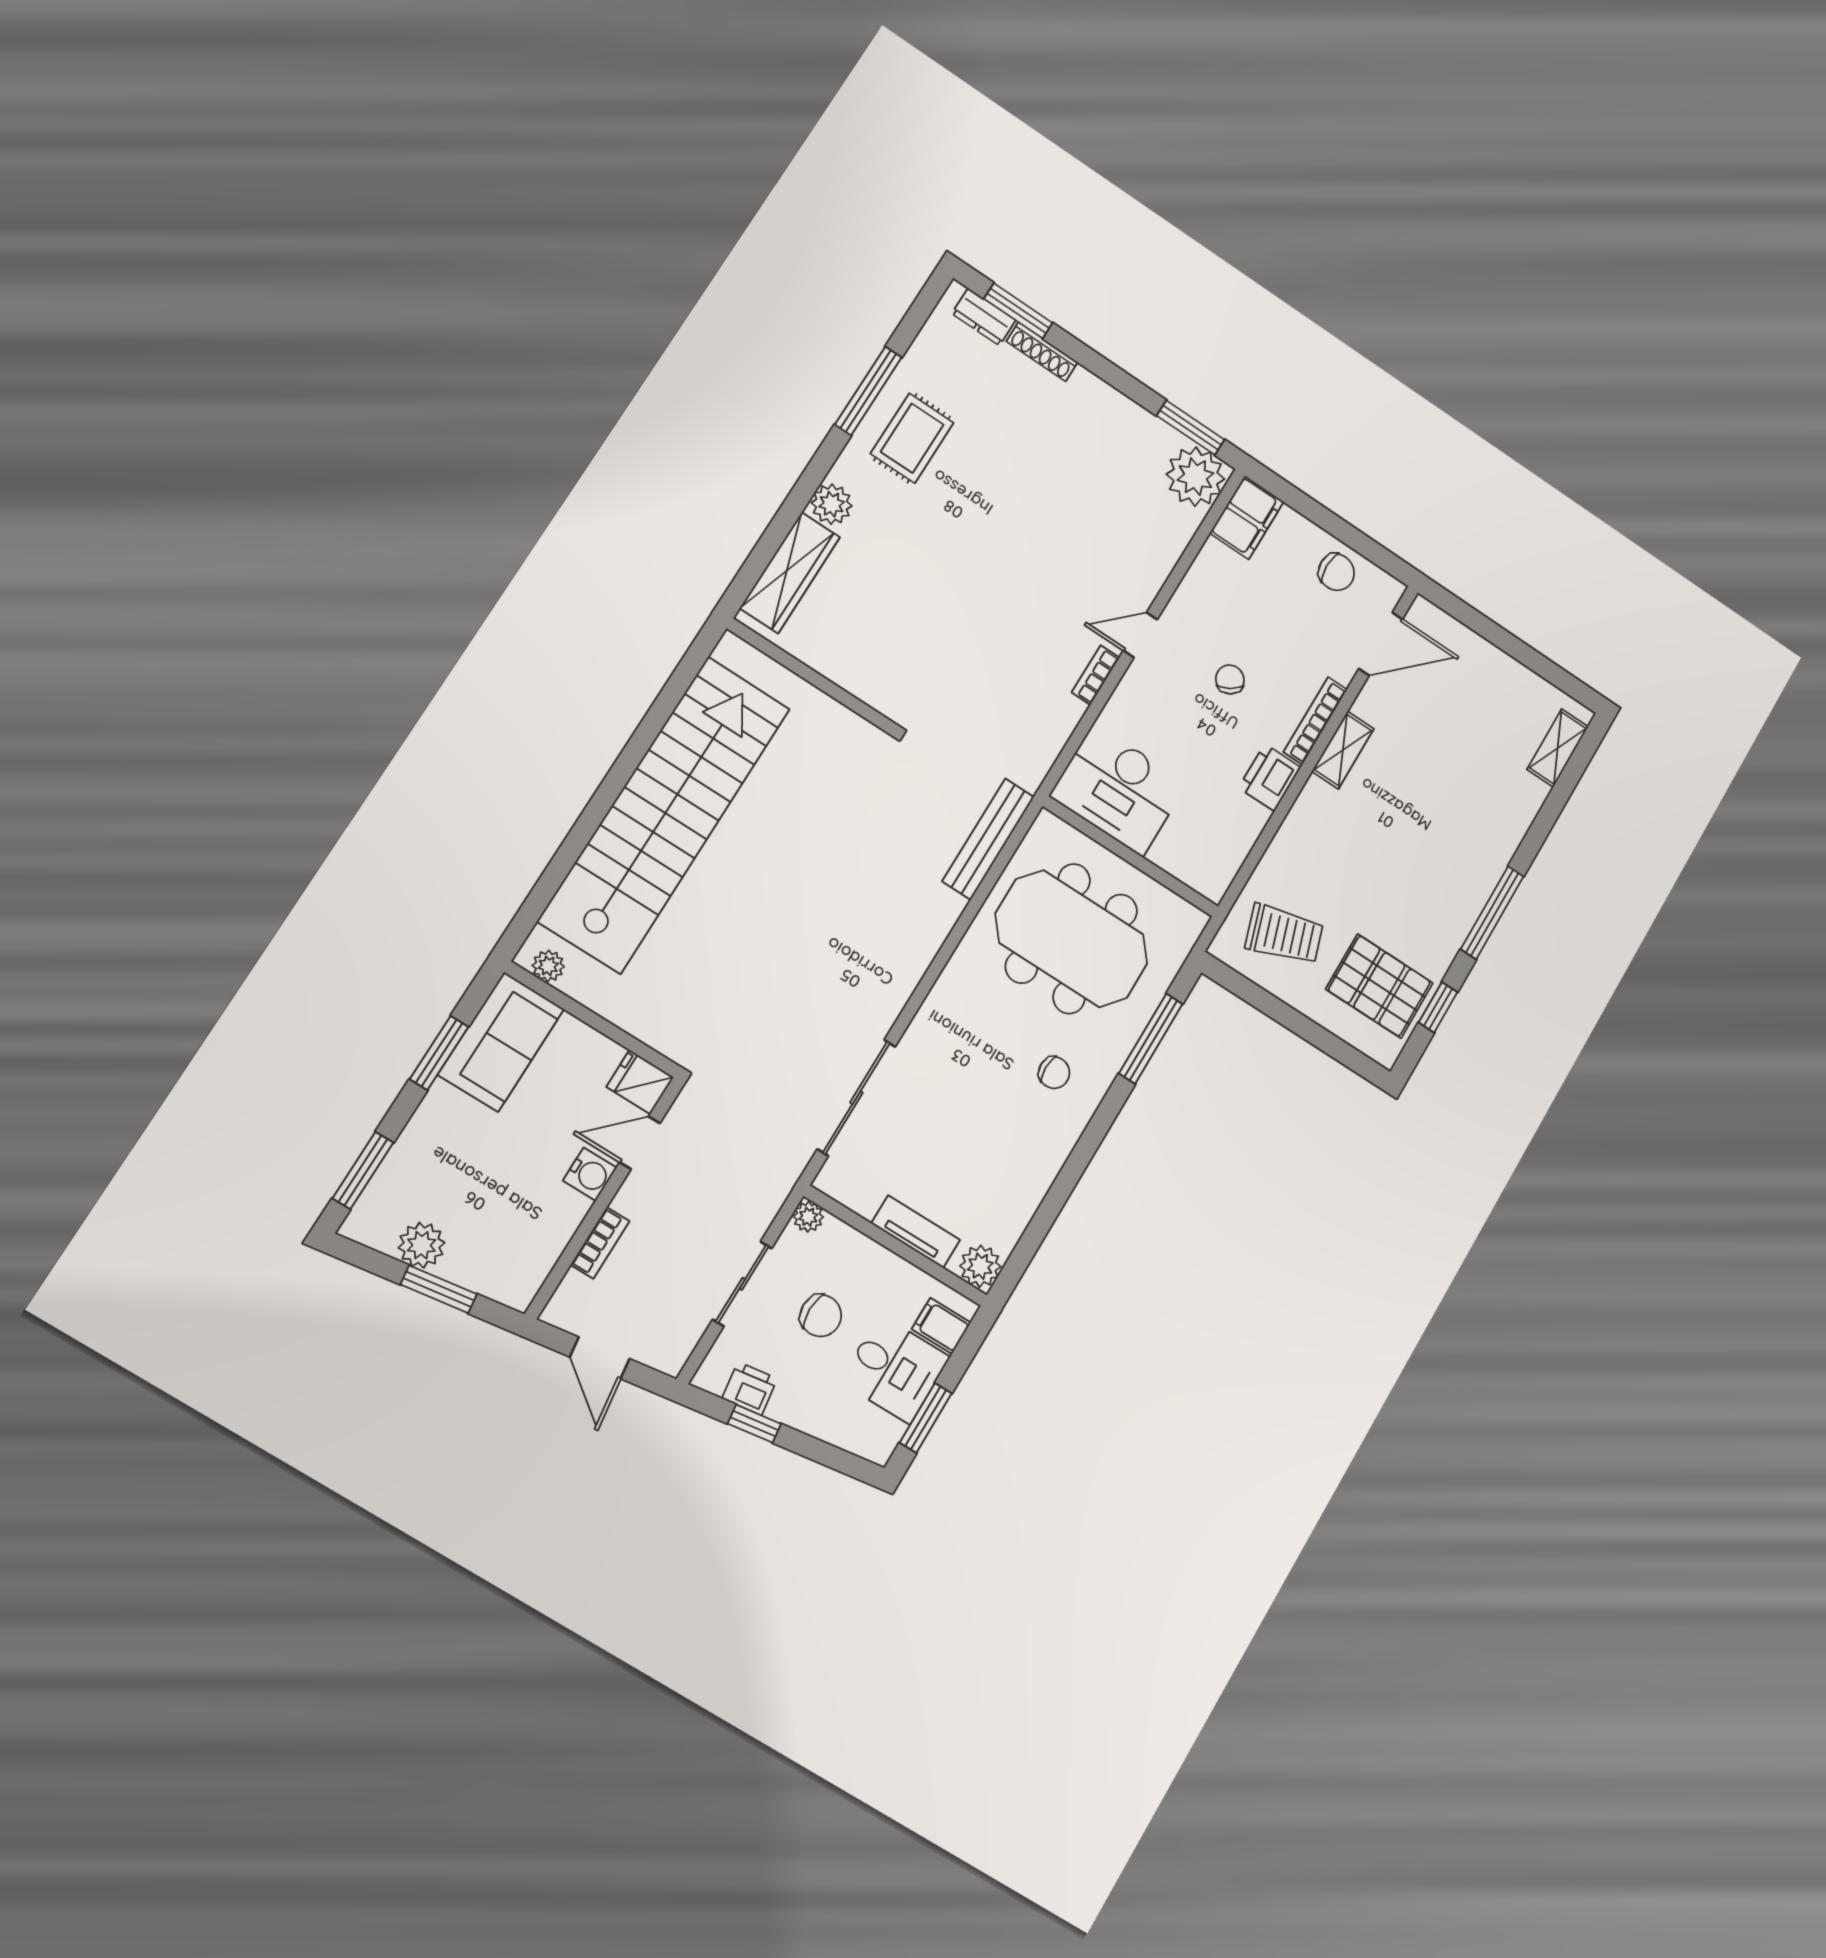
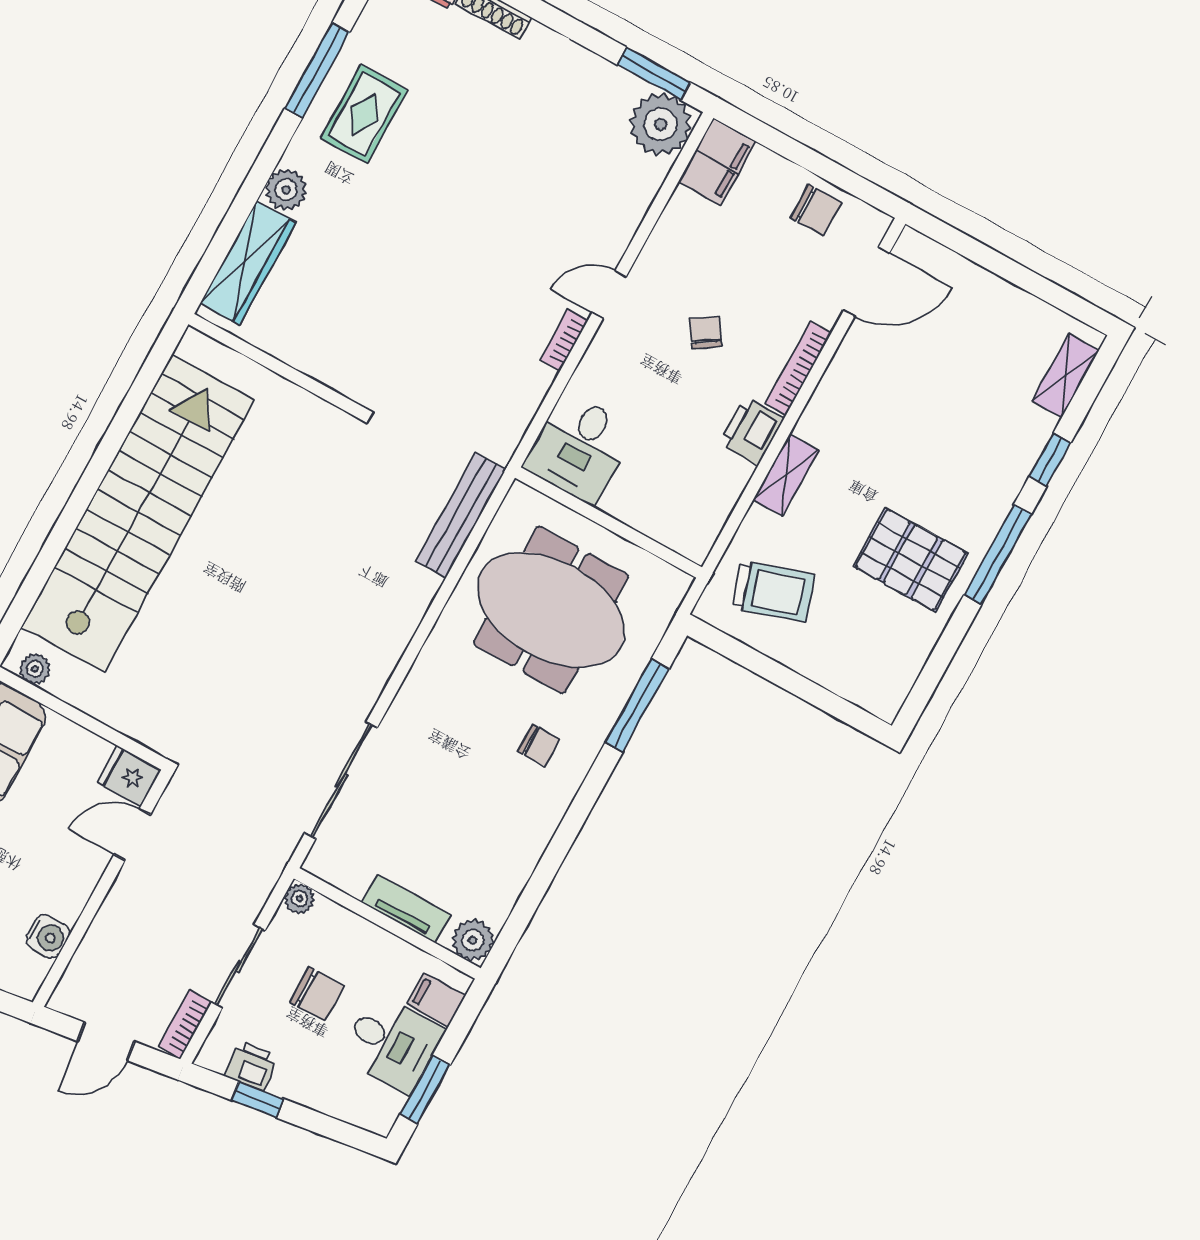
shelving: (1343, 750) -> (786, 475), moved
desk: (1118, 790) -> (579, 448), width x0.73
pallet: (1379, 986) -> (911, 560), moved
window: (1438, 1007) -> (1050, 460), moved
water cooler: (590, 1174) -> (48, 937), moved
bookcase: (600, 1243) -> (185, 1024), moved, turned 180
door: (600, 1358) -> (106, 1041), hinge flipped

